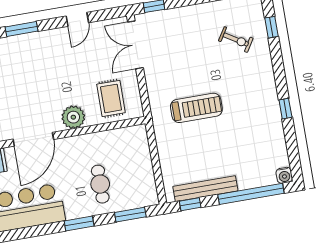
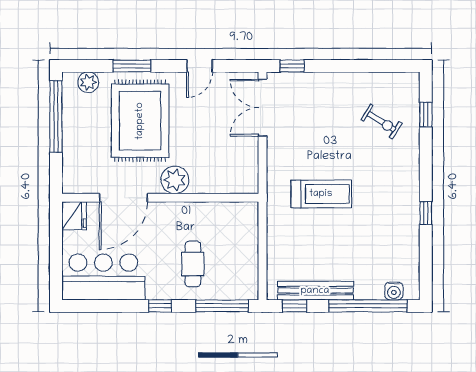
rug: (111, 98) -> (140, 121), moved, width x1.86, depth x2.06
water cooler: (284, 175) -> (394, 291), moved
window: (130, 215) -> (222, 306), width x1.44
window: (79, 223) -> (160, 306), width x0.67

